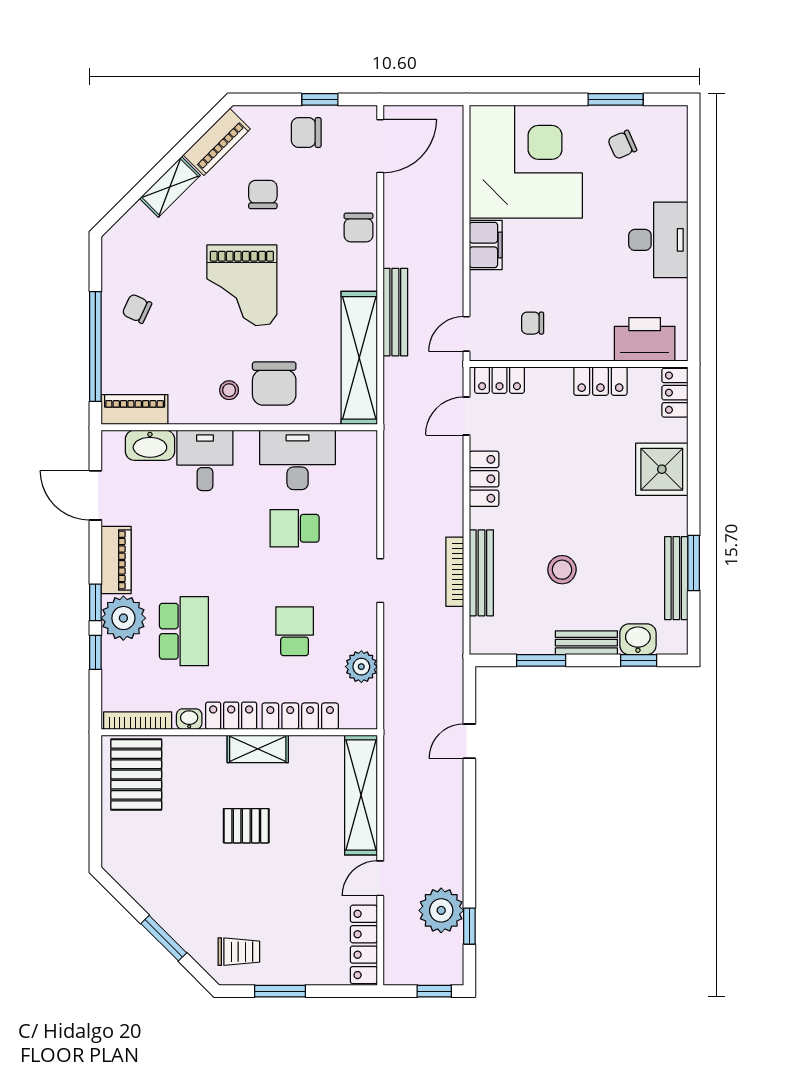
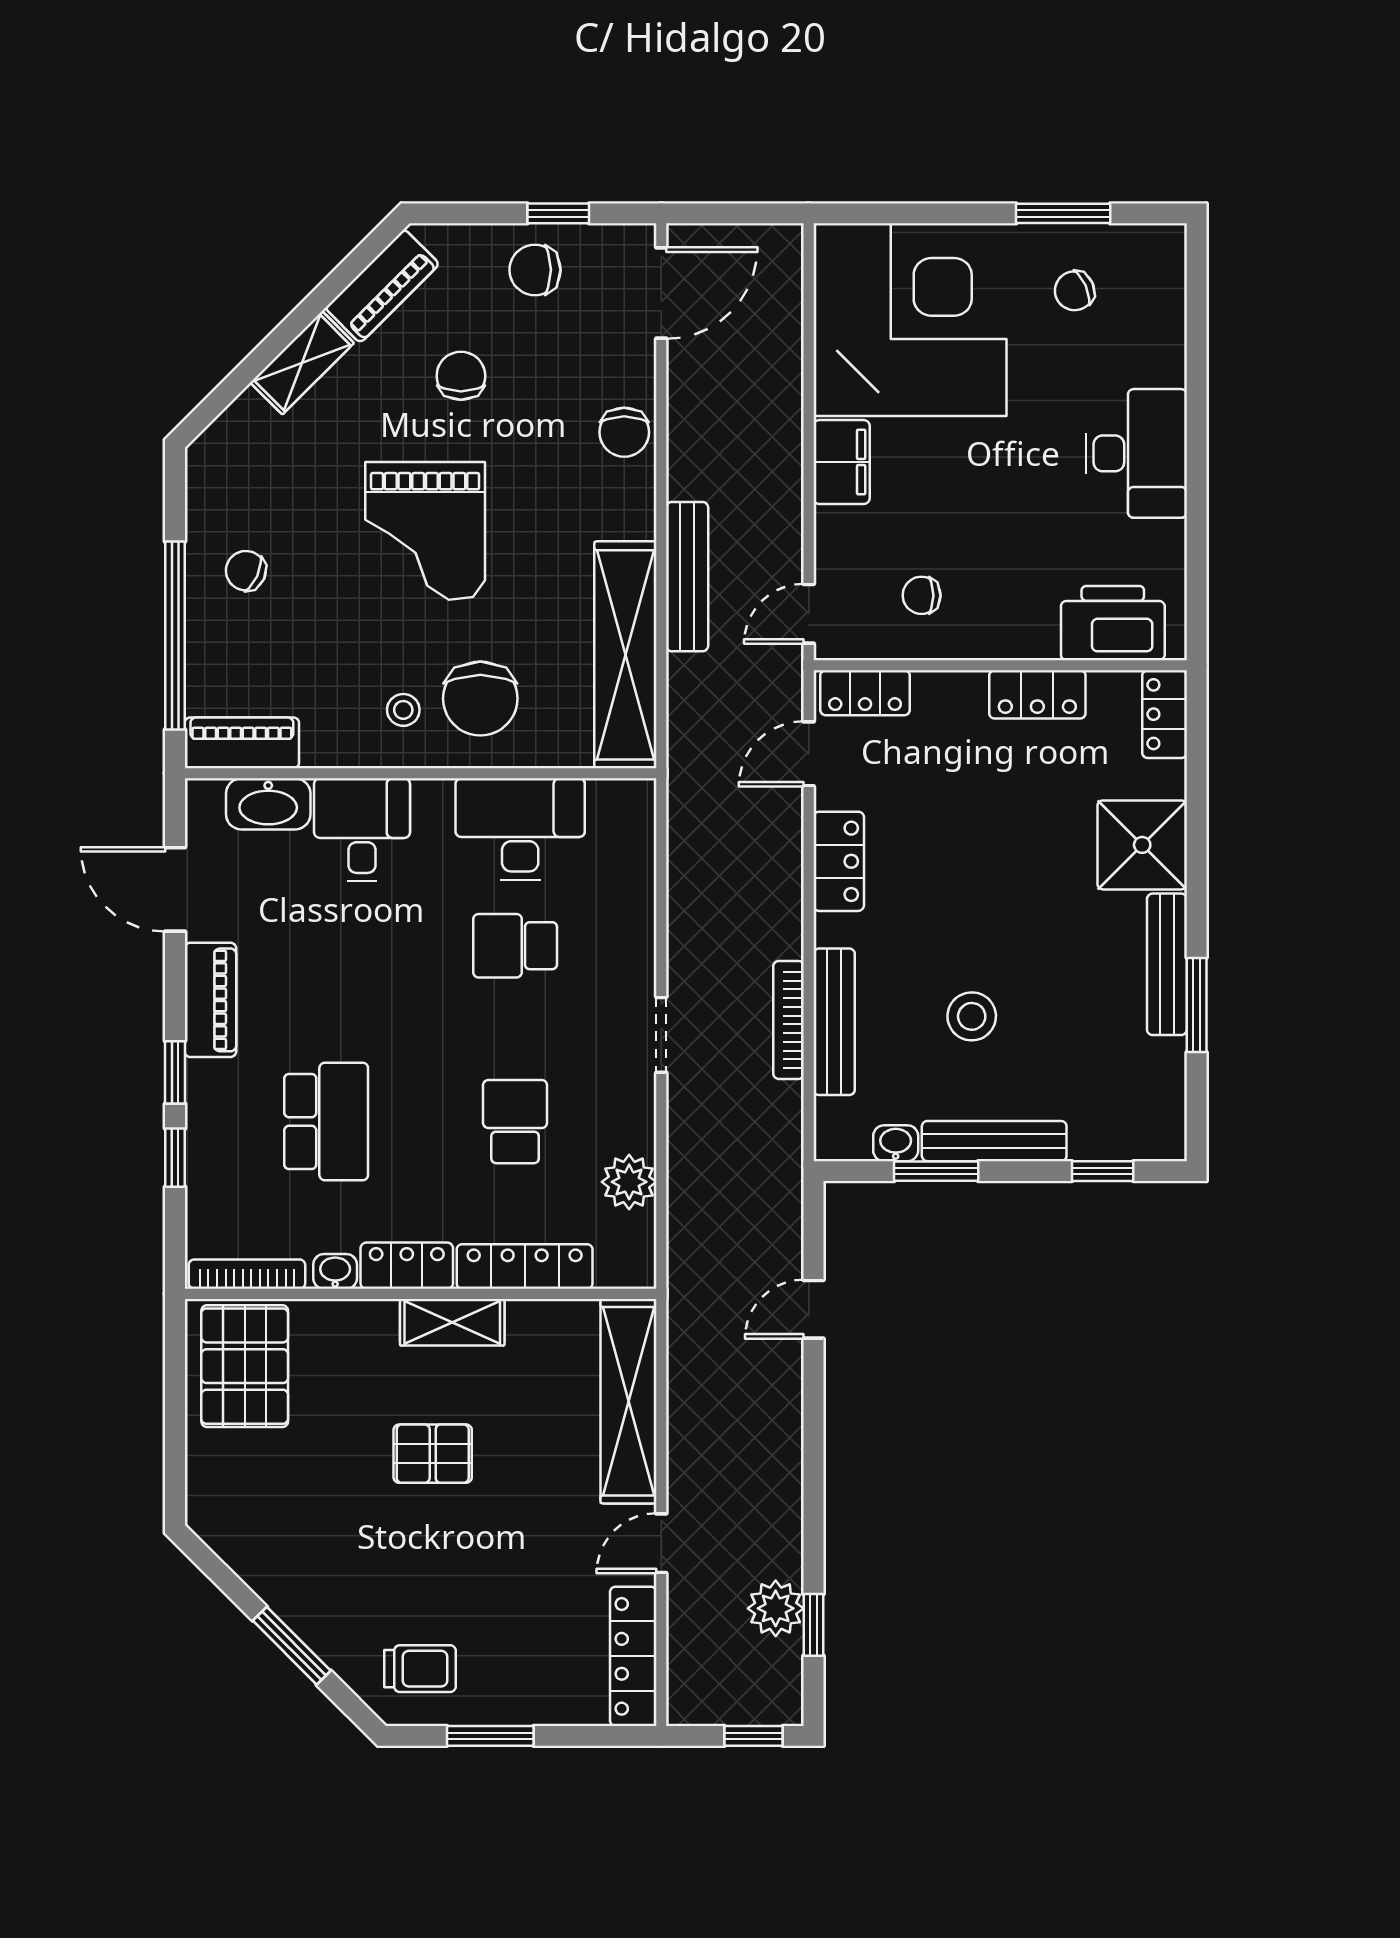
bench: (676, 578) -> (1167, 964), moved
plant: (123, 618) -> (223, 1099), removed
washbasin: (638, 639) -> (896, 1143), moved, width x0.72, depth x0.69
bench: (586, 643) -> (994, 1141), width x1.36
plant: (441, 910) -> (776, 1608), width x0.73, depth x0.73

